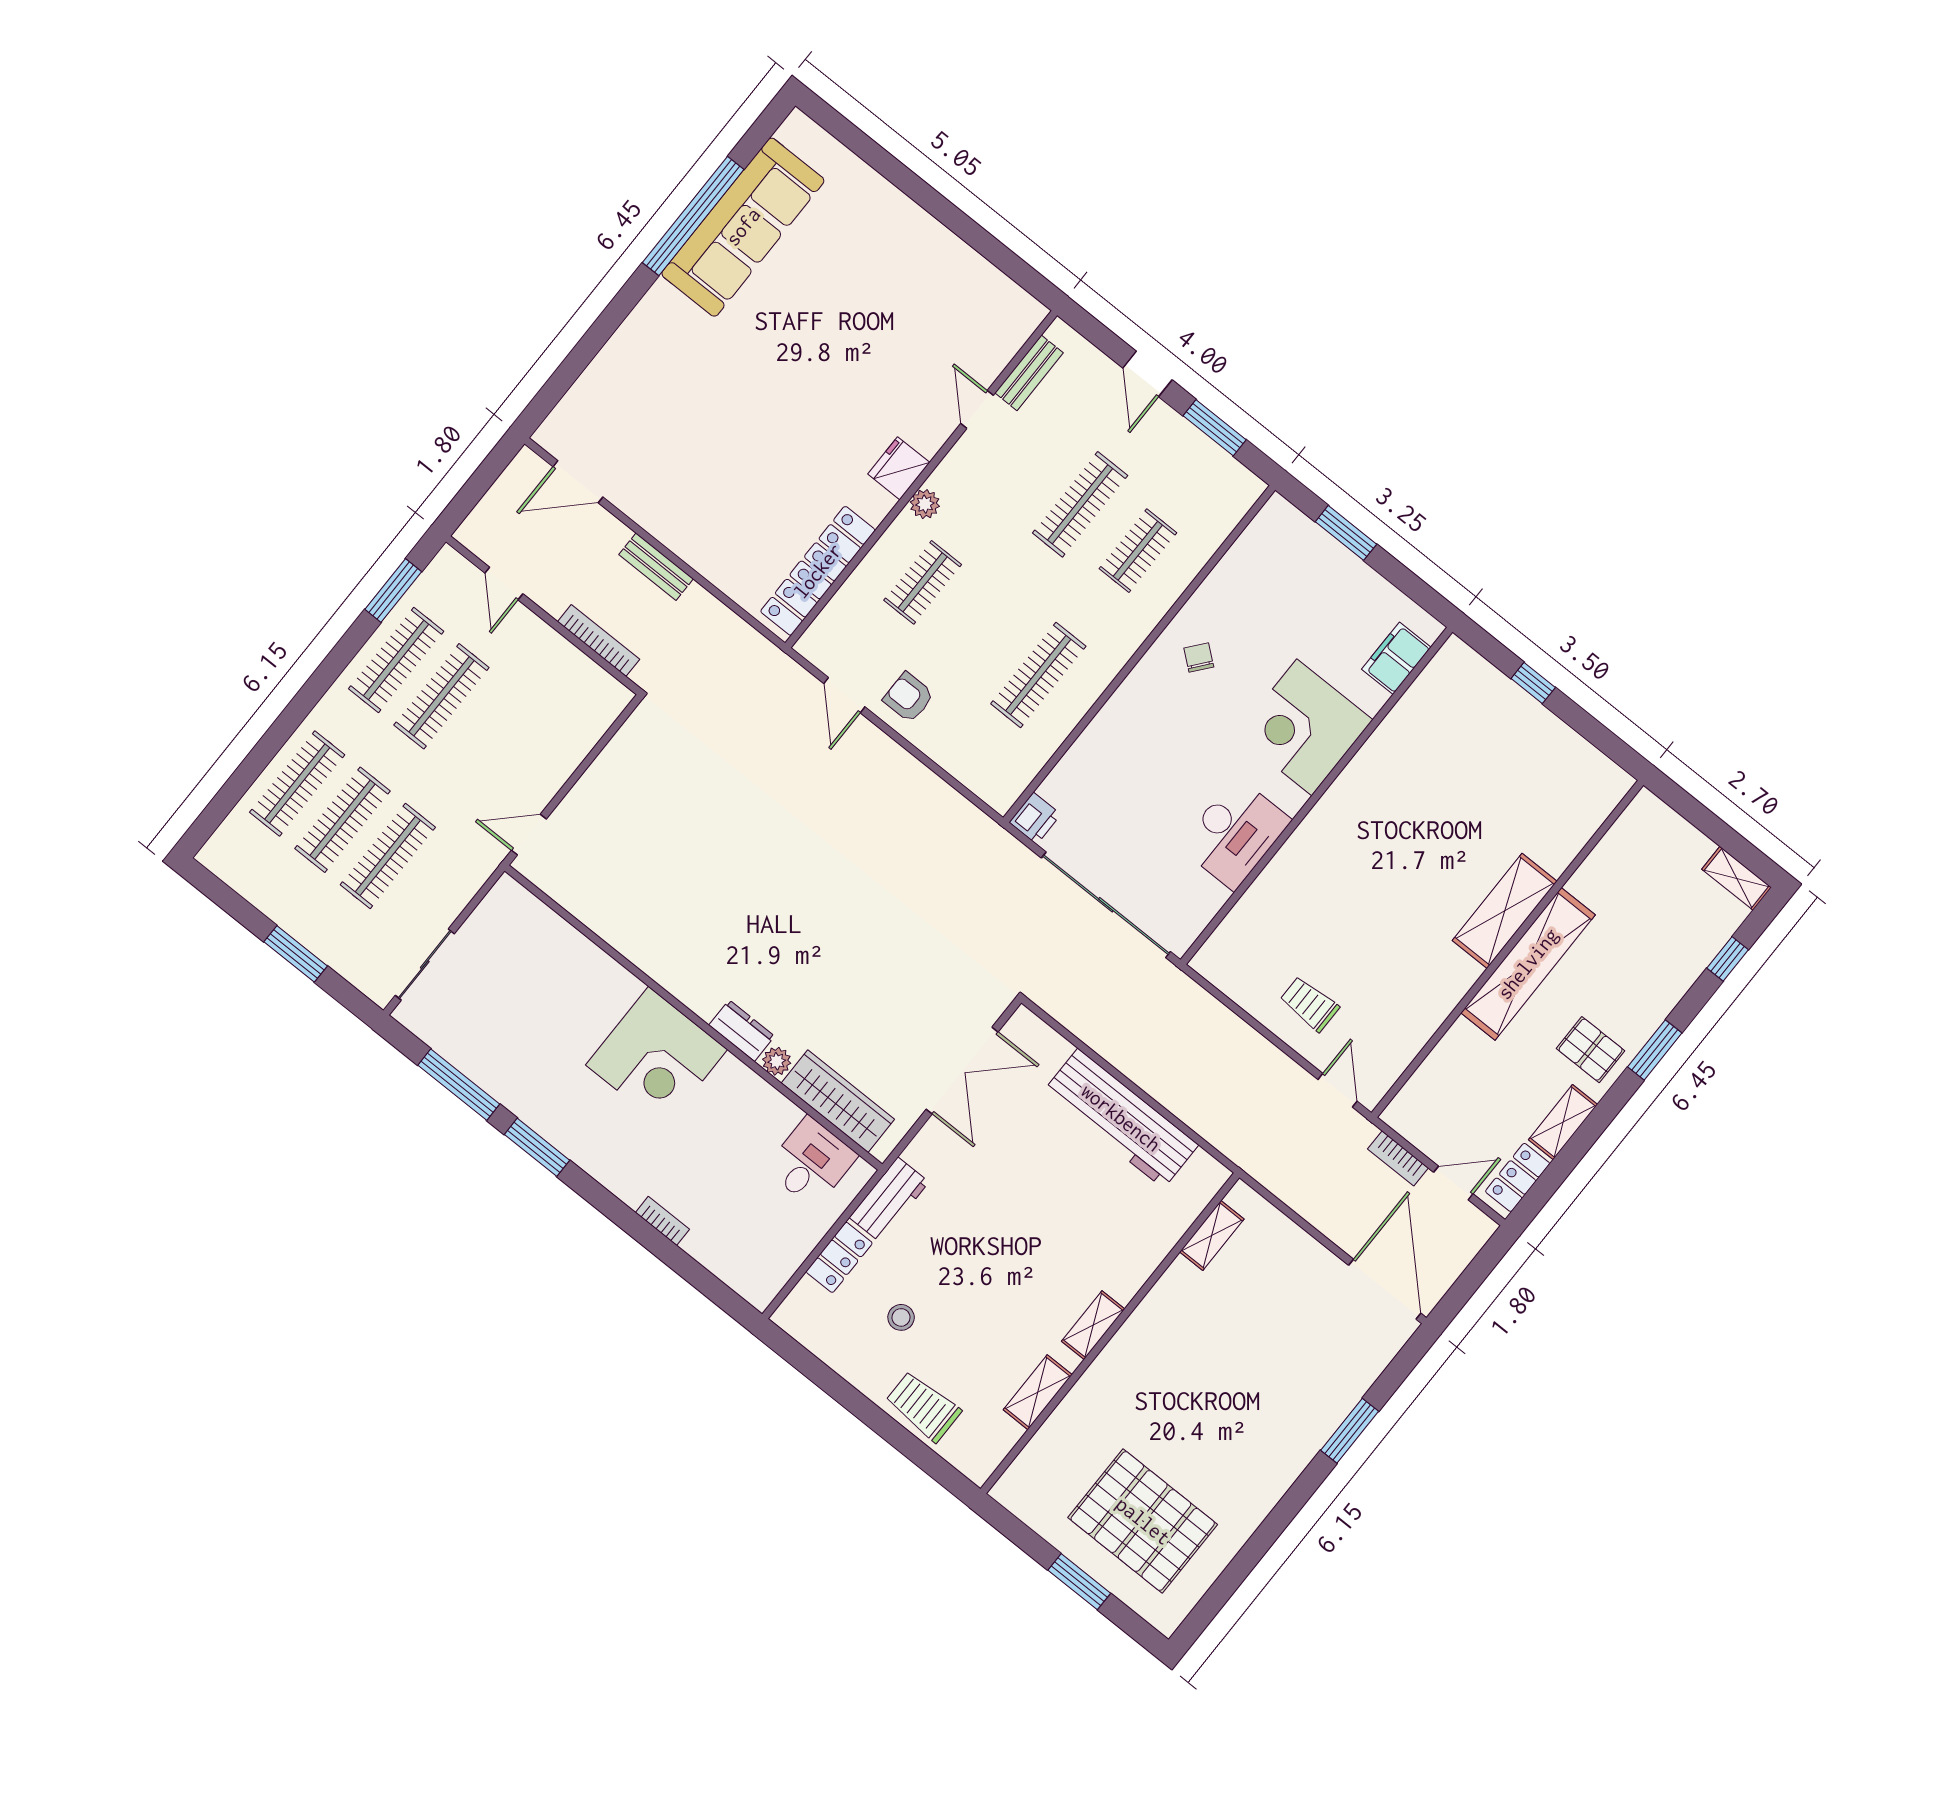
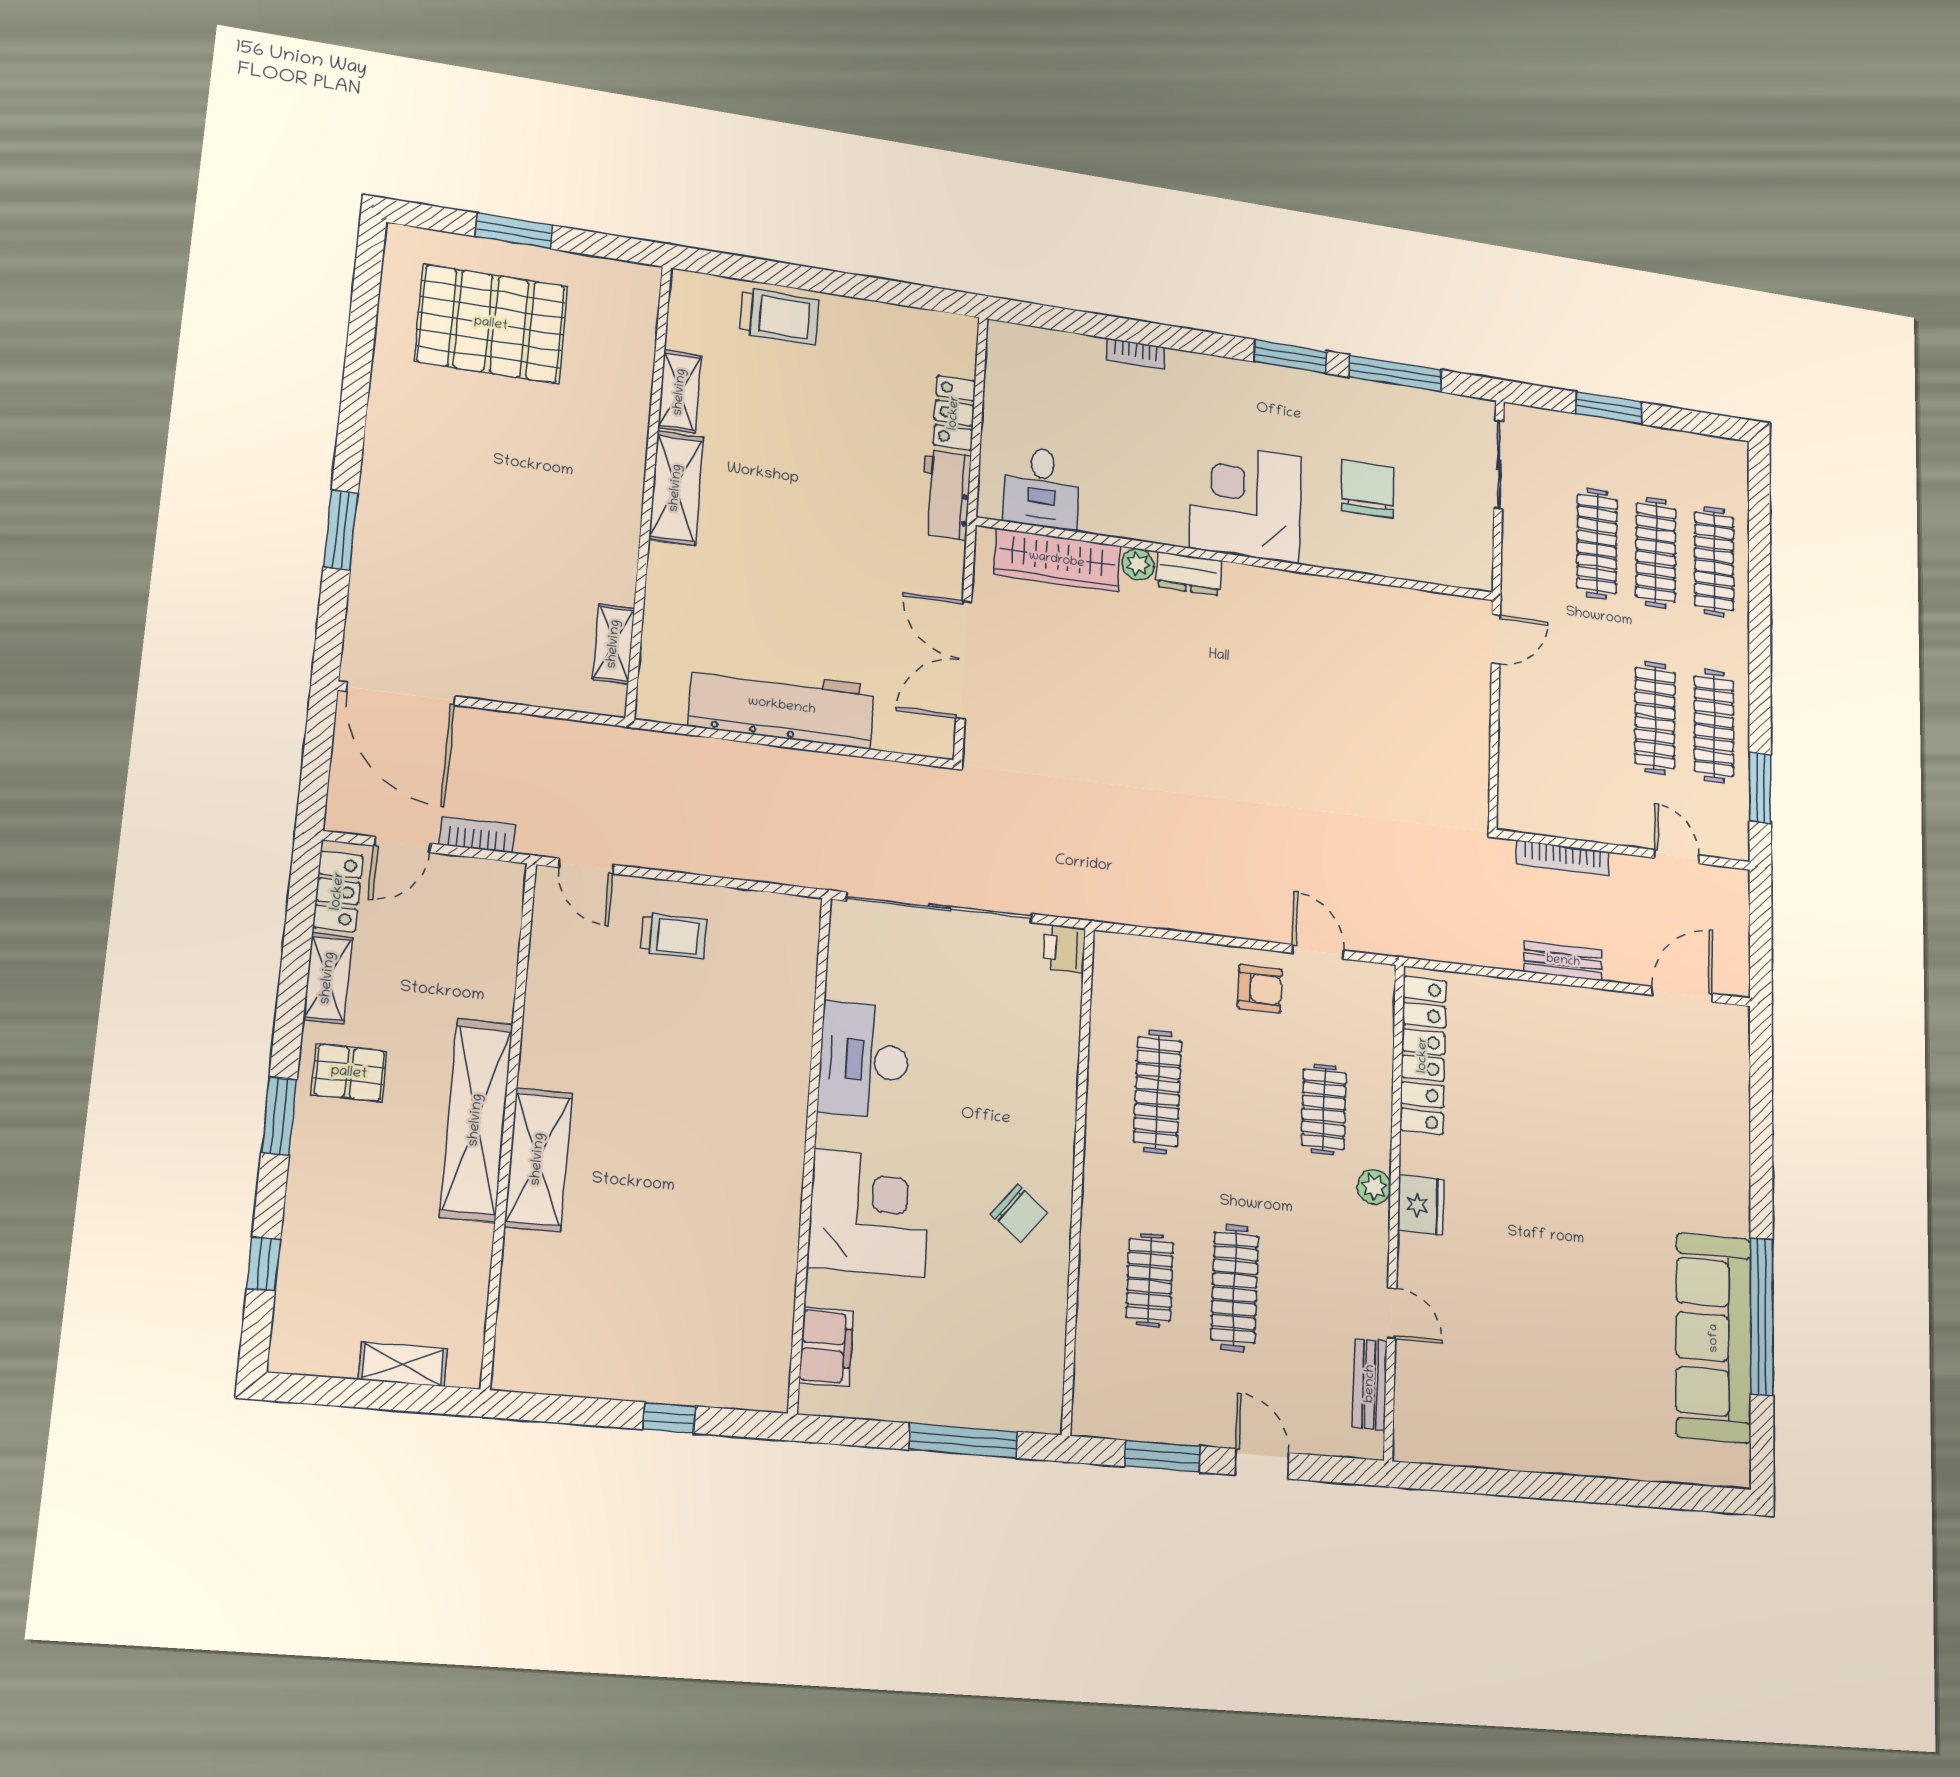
window: (1346, 533) -> (963, 1441), width x1.44
chair: (1199, 658) -> (1019, 1213), width x1.37, depth x1.37
shelving: (1737, 878) -> (403, 1364), moved
chair: (549, 1009) -> (1368, 489), added
stool: (901, 1317) -> (858, 389), removed
shelving: (1093, 1325) -> (676, 488), width x1.50, depth x1.33

